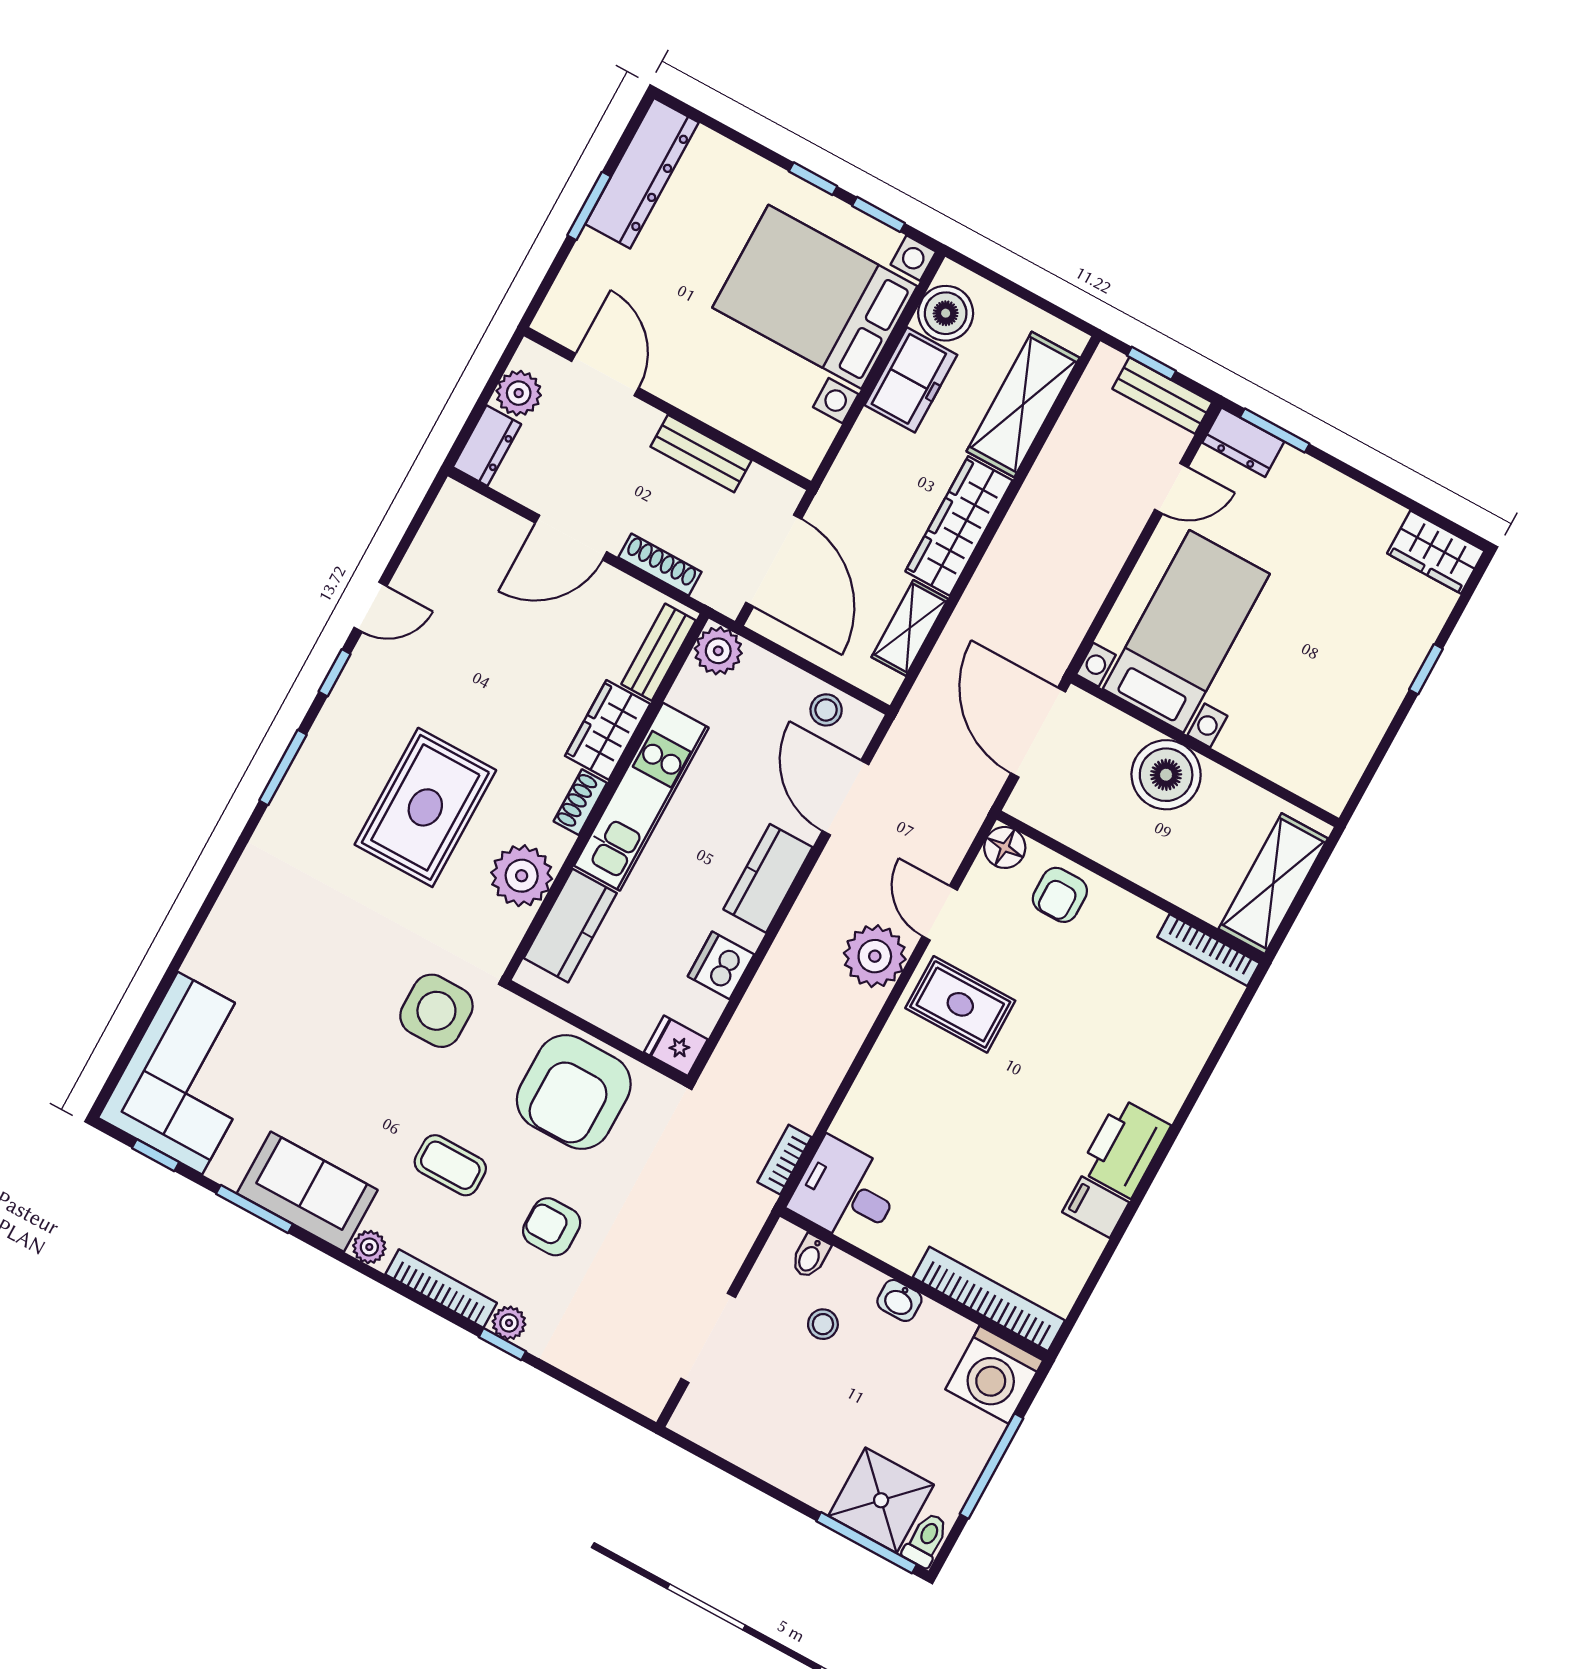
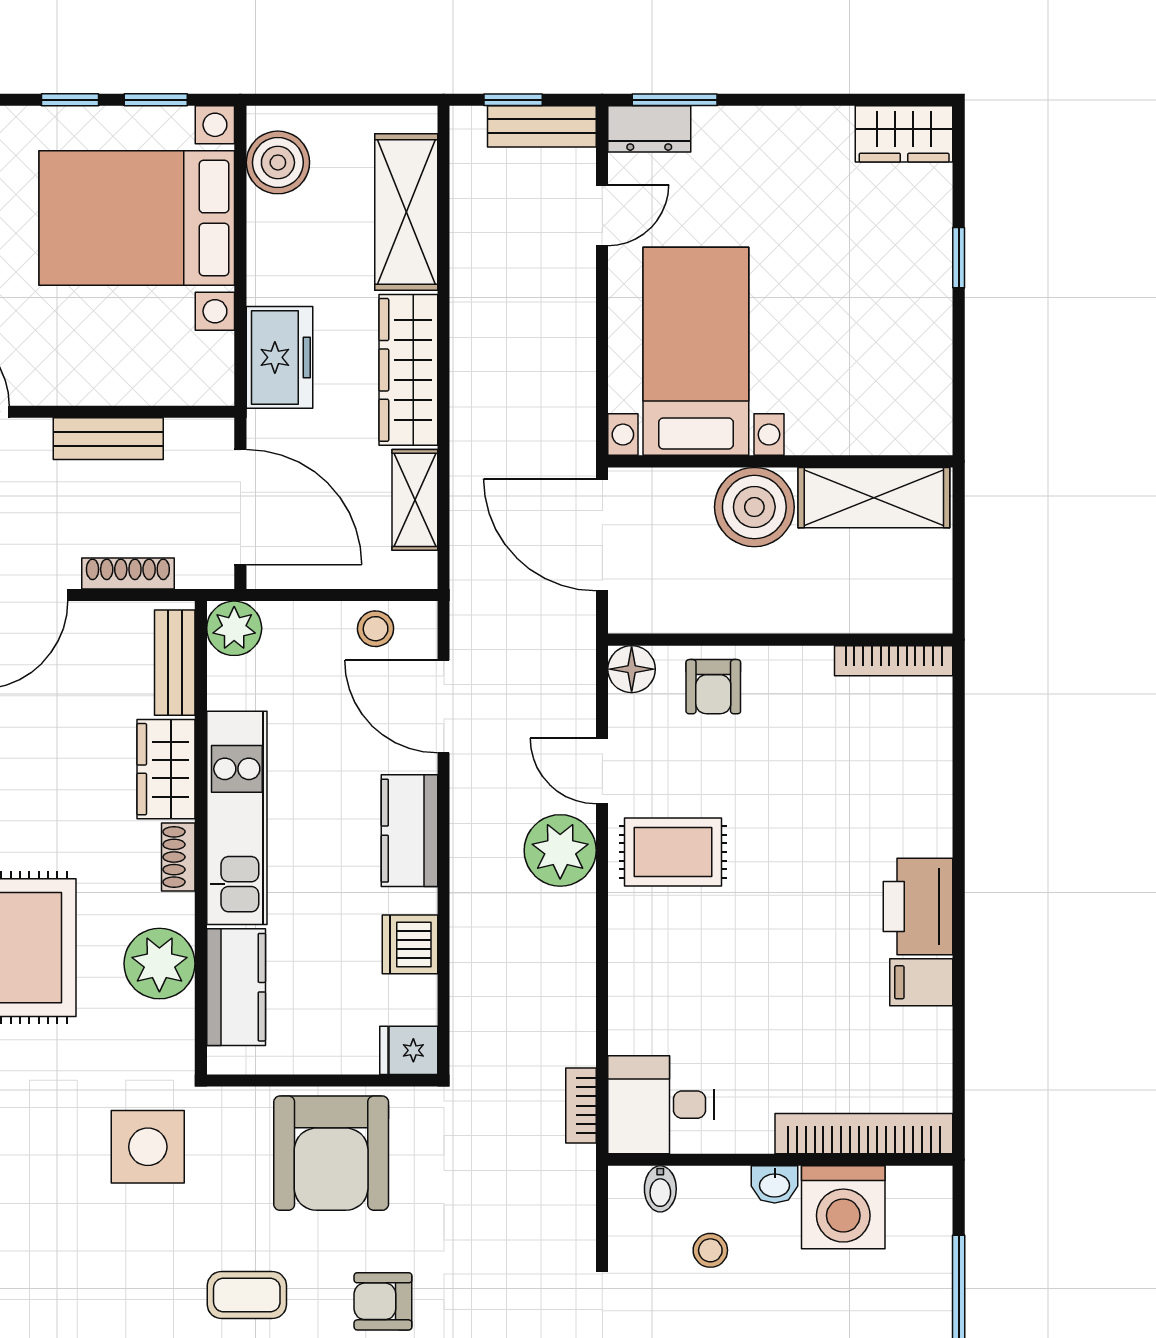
freezer: (911, 380) -> (280, 357), moved
shelving: (1273, 884) -> (874, 498), moved, turned 90
washing machine: (994, 1375) -> (843, 1207), moved

